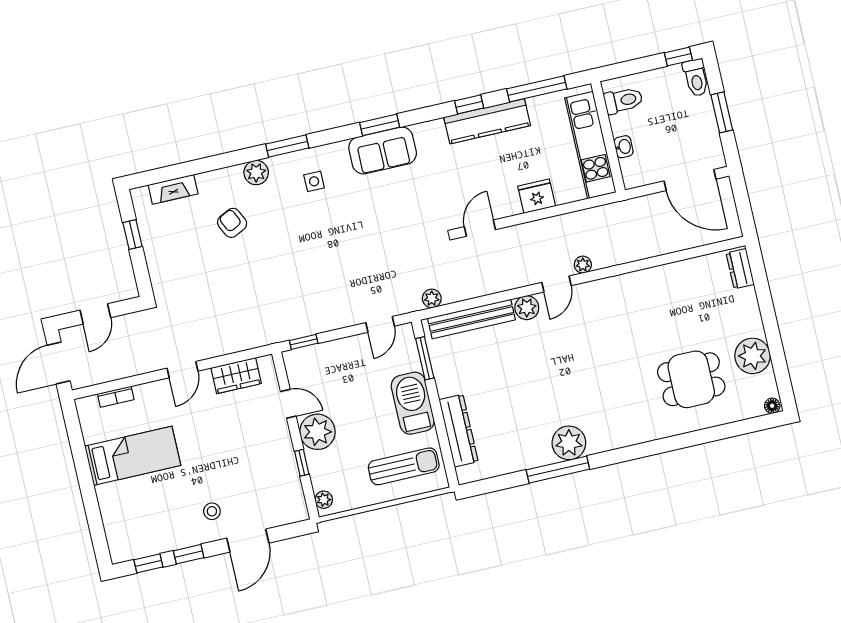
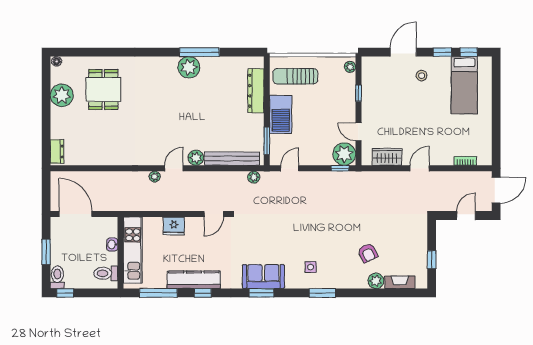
plant: (256, 173) -> (376, 281), moved
dining table: (691, 379) -> (103, 89), turned 90
plant: (317, 432) -> (344, 154), moved
bed: (133, 456) -> (464, 85), moved, turned -90

